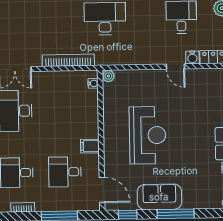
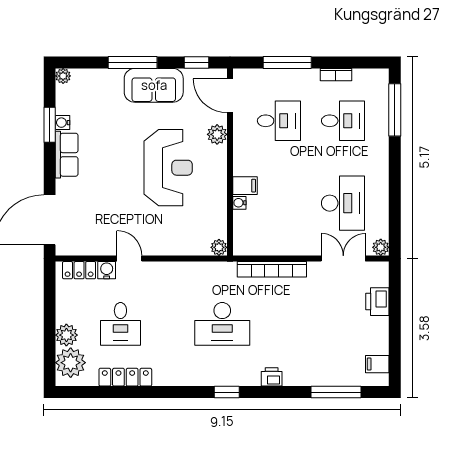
water cooler: (93, 83) -> (239, 203), moved
reception desk: (148, 135) -> (168, 168), turned 180
filing cabinet: (90, 146) -> (245, 186), moved
plant: (111, 161) -> (217, 134), added

